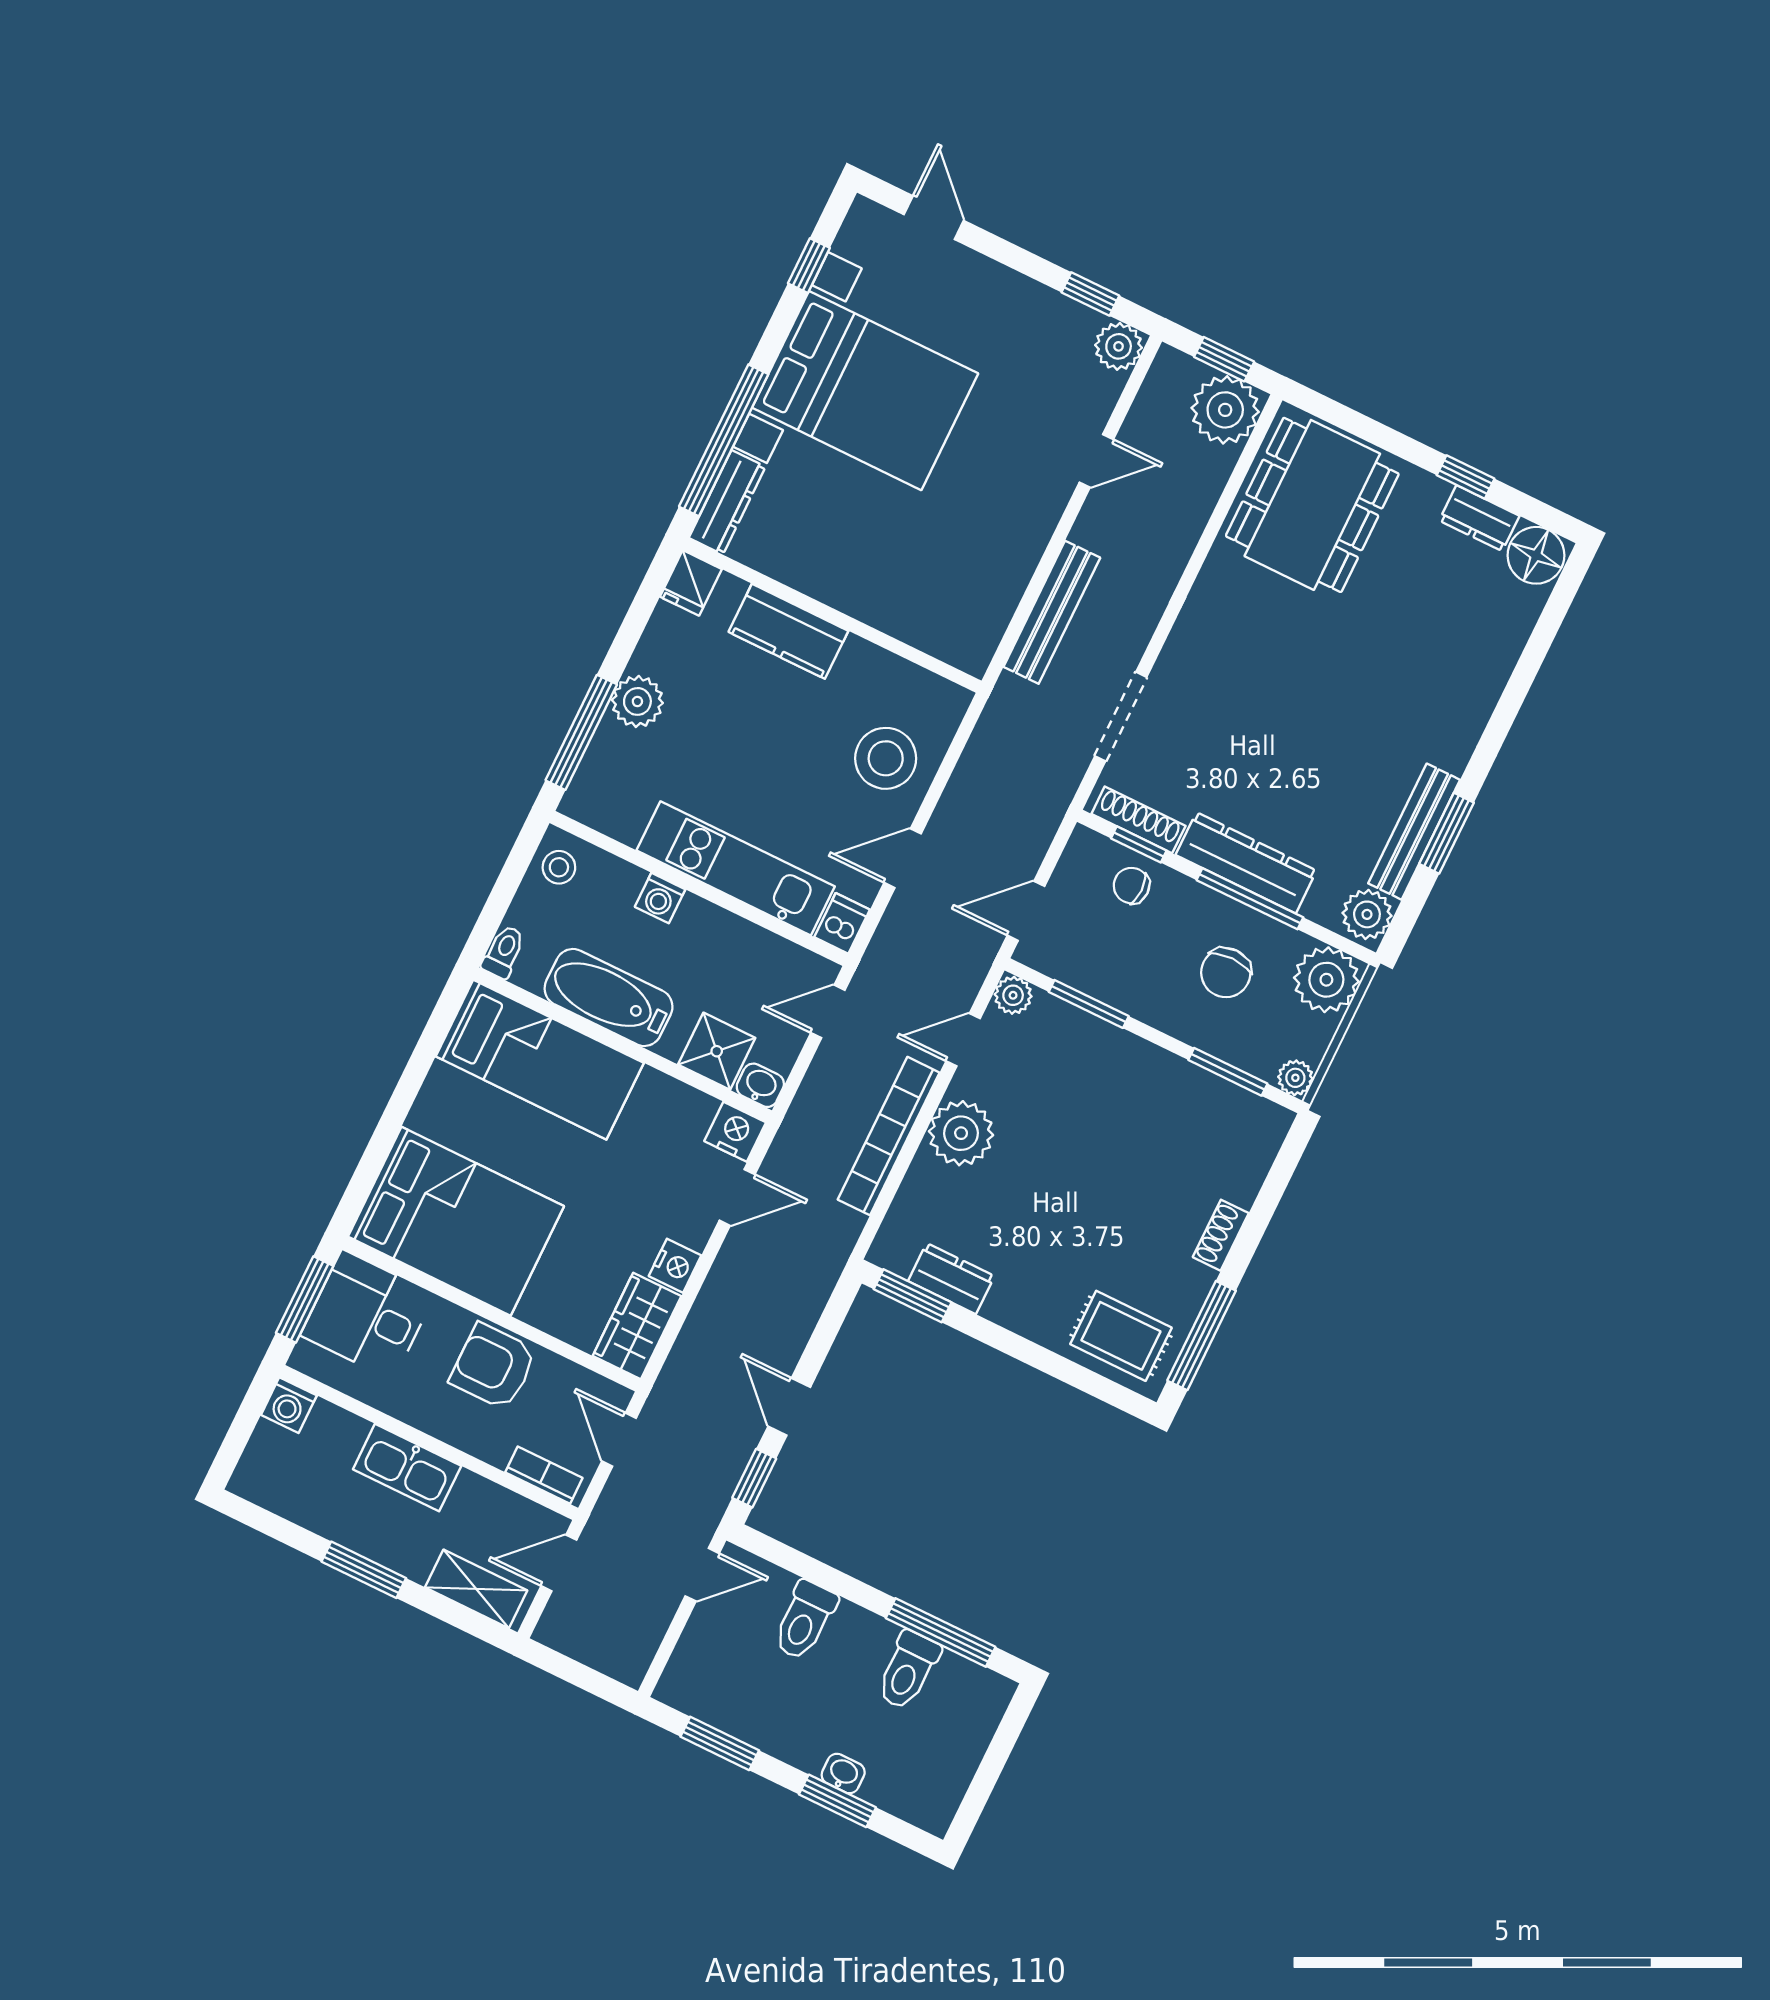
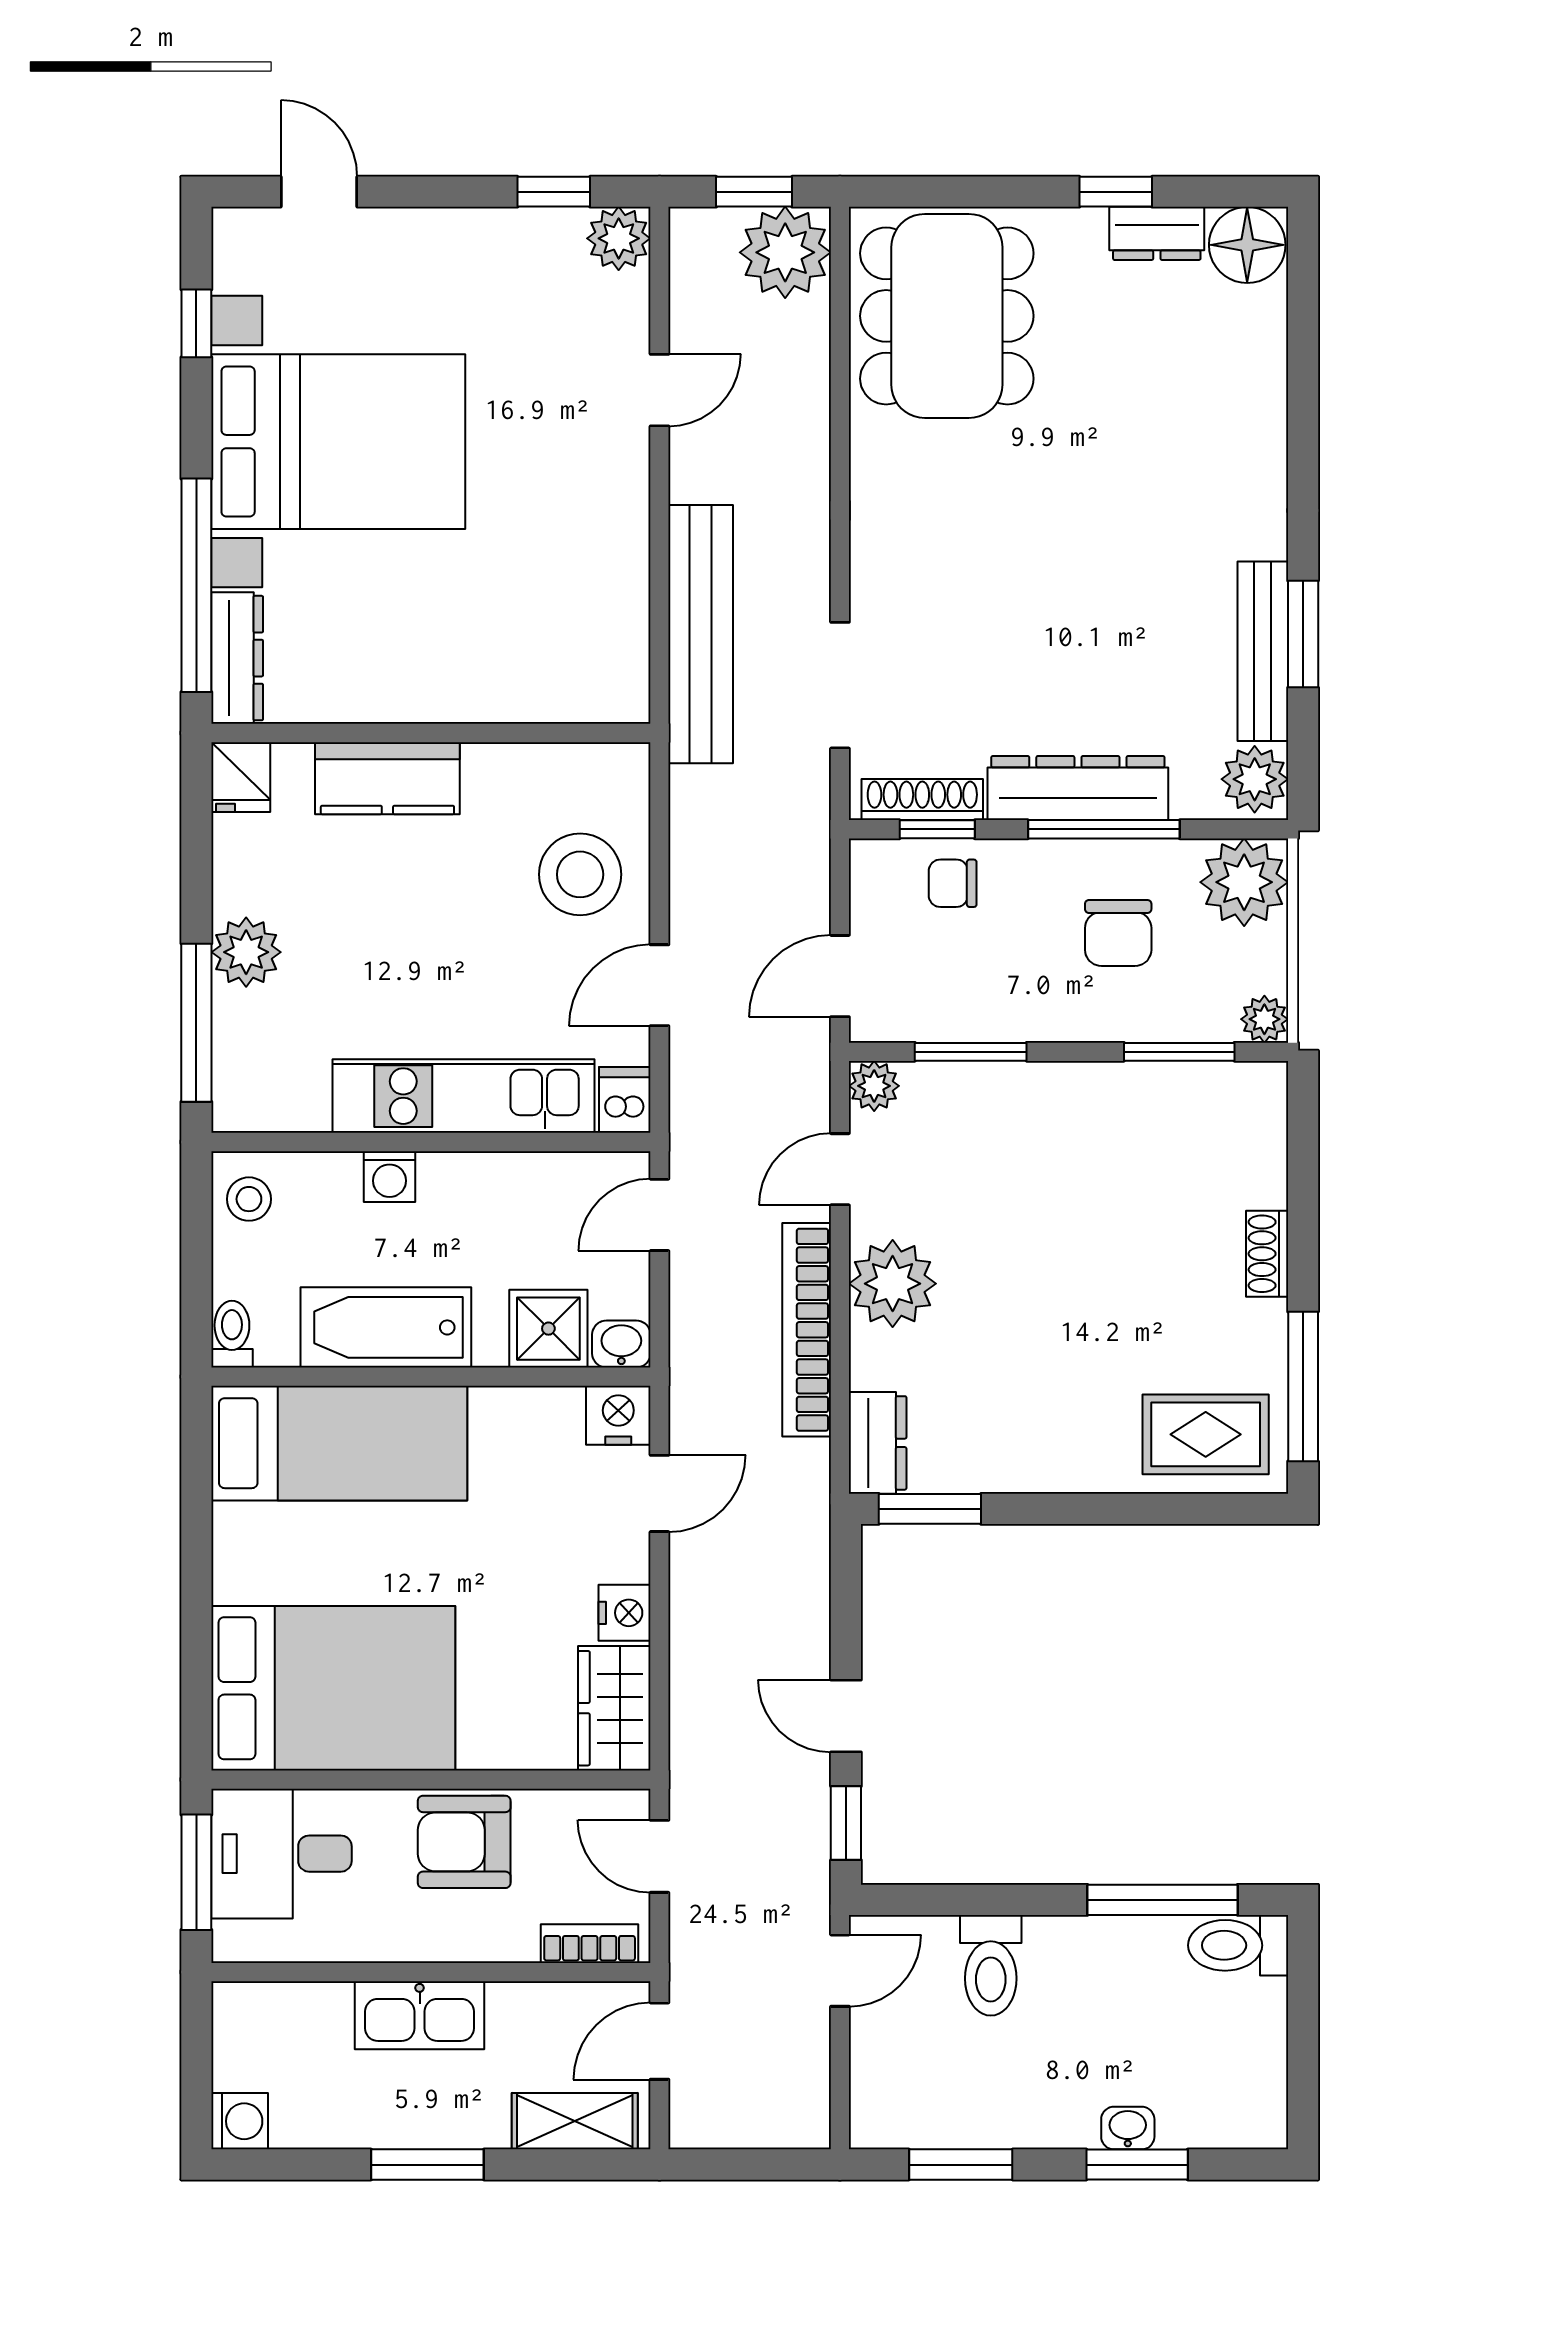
bench: (1052, 612) -> (701, 634), width x1.37, depth x1.21
dresser: (951, 1279) -> (878, 1443), moved, turned 90
washing machine: (289, 1405) -> (240, 2121), moved, turned -90
toilet: (908, 1670) -> (1238, 1945), moved, turned 90

